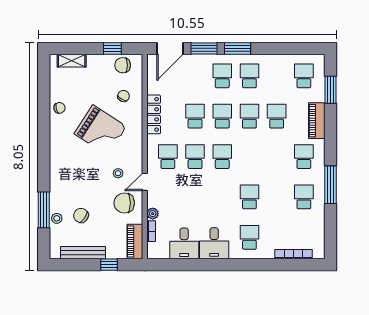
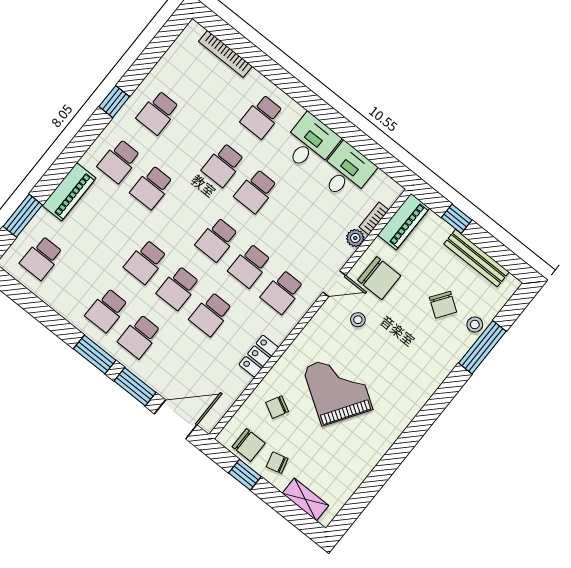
chair: (59, 108) -> (277, 463), moved
locker: (154, 114) -> (259, 356), width x0.66
school desk: (277, 116) -> (152, 187), moved
window: (330, 185) -> (114, 102), width x0.46
school desk: (222, 197) -> (256, 191), added

